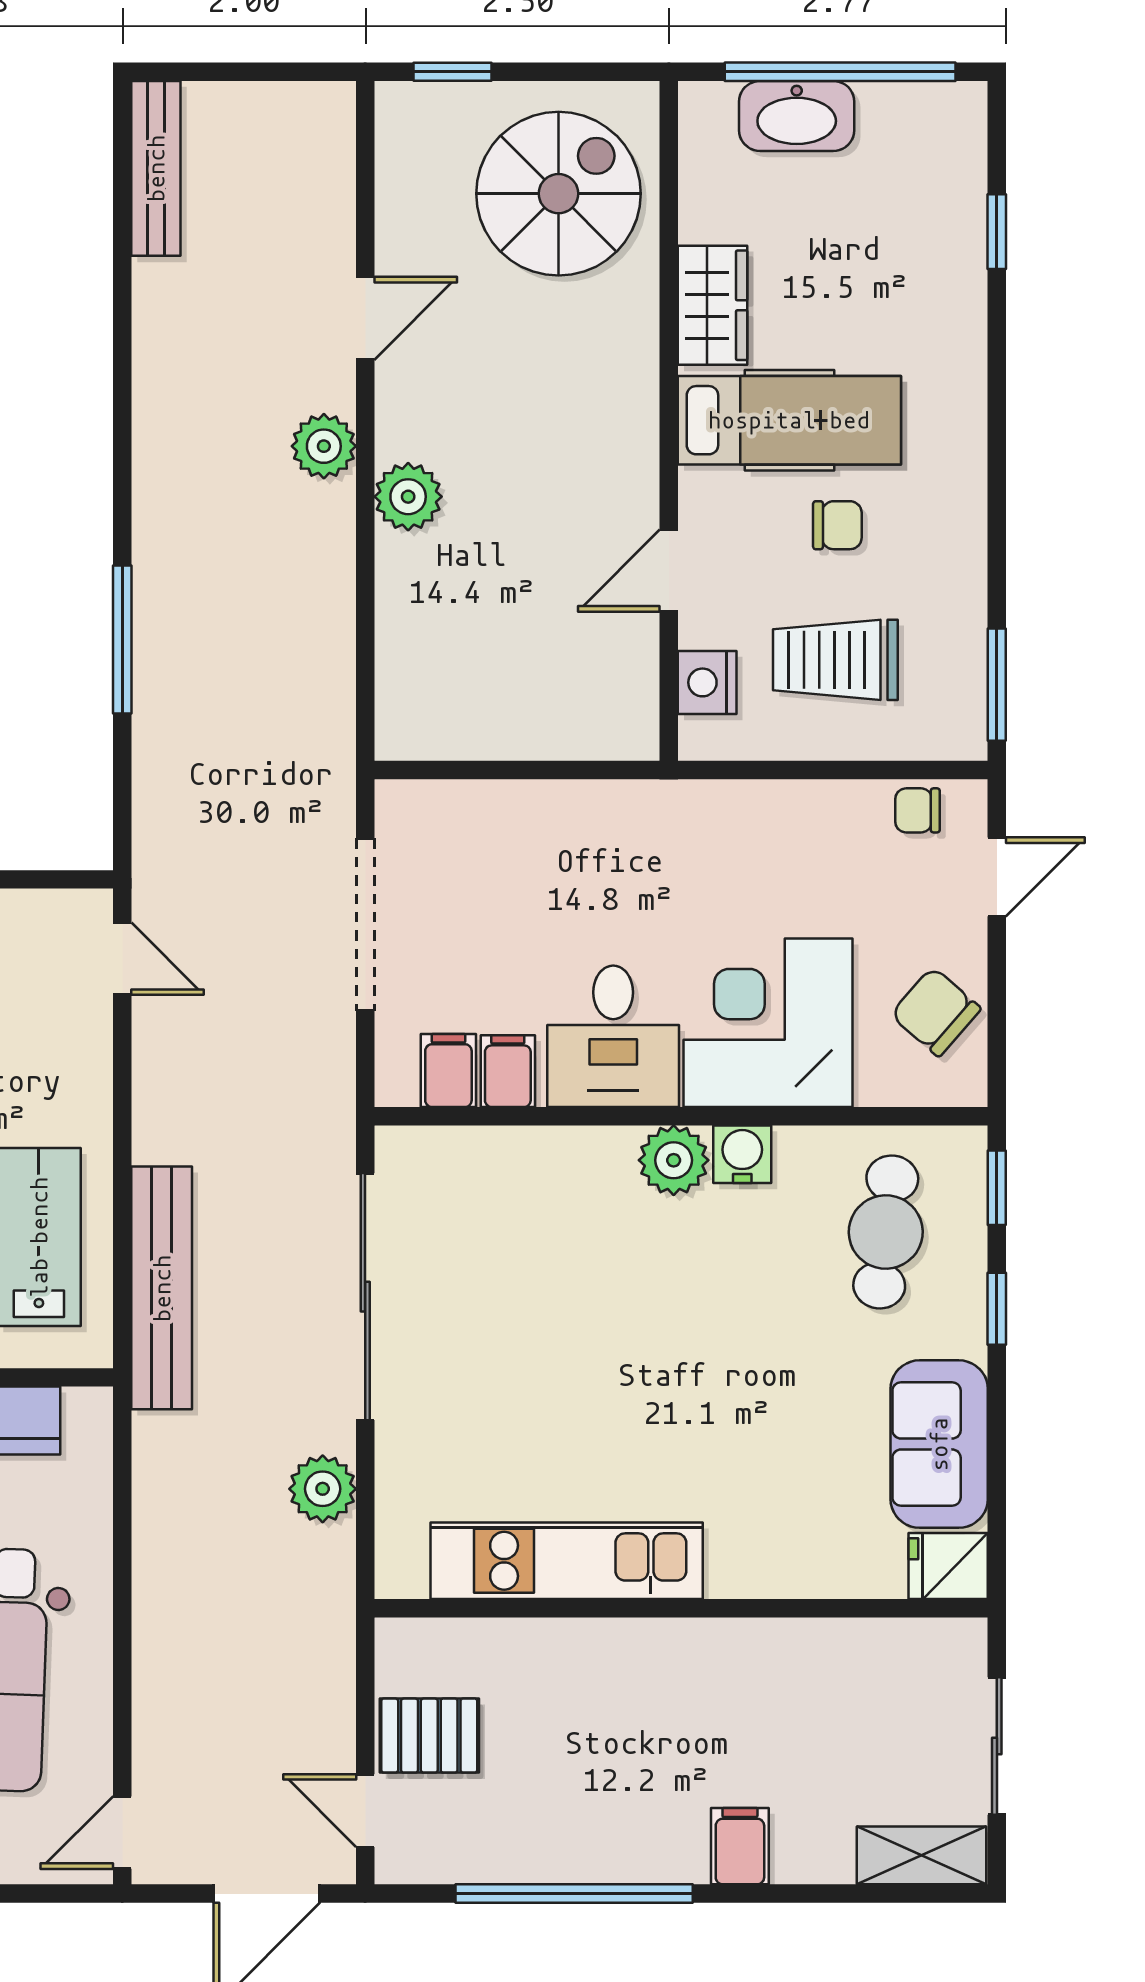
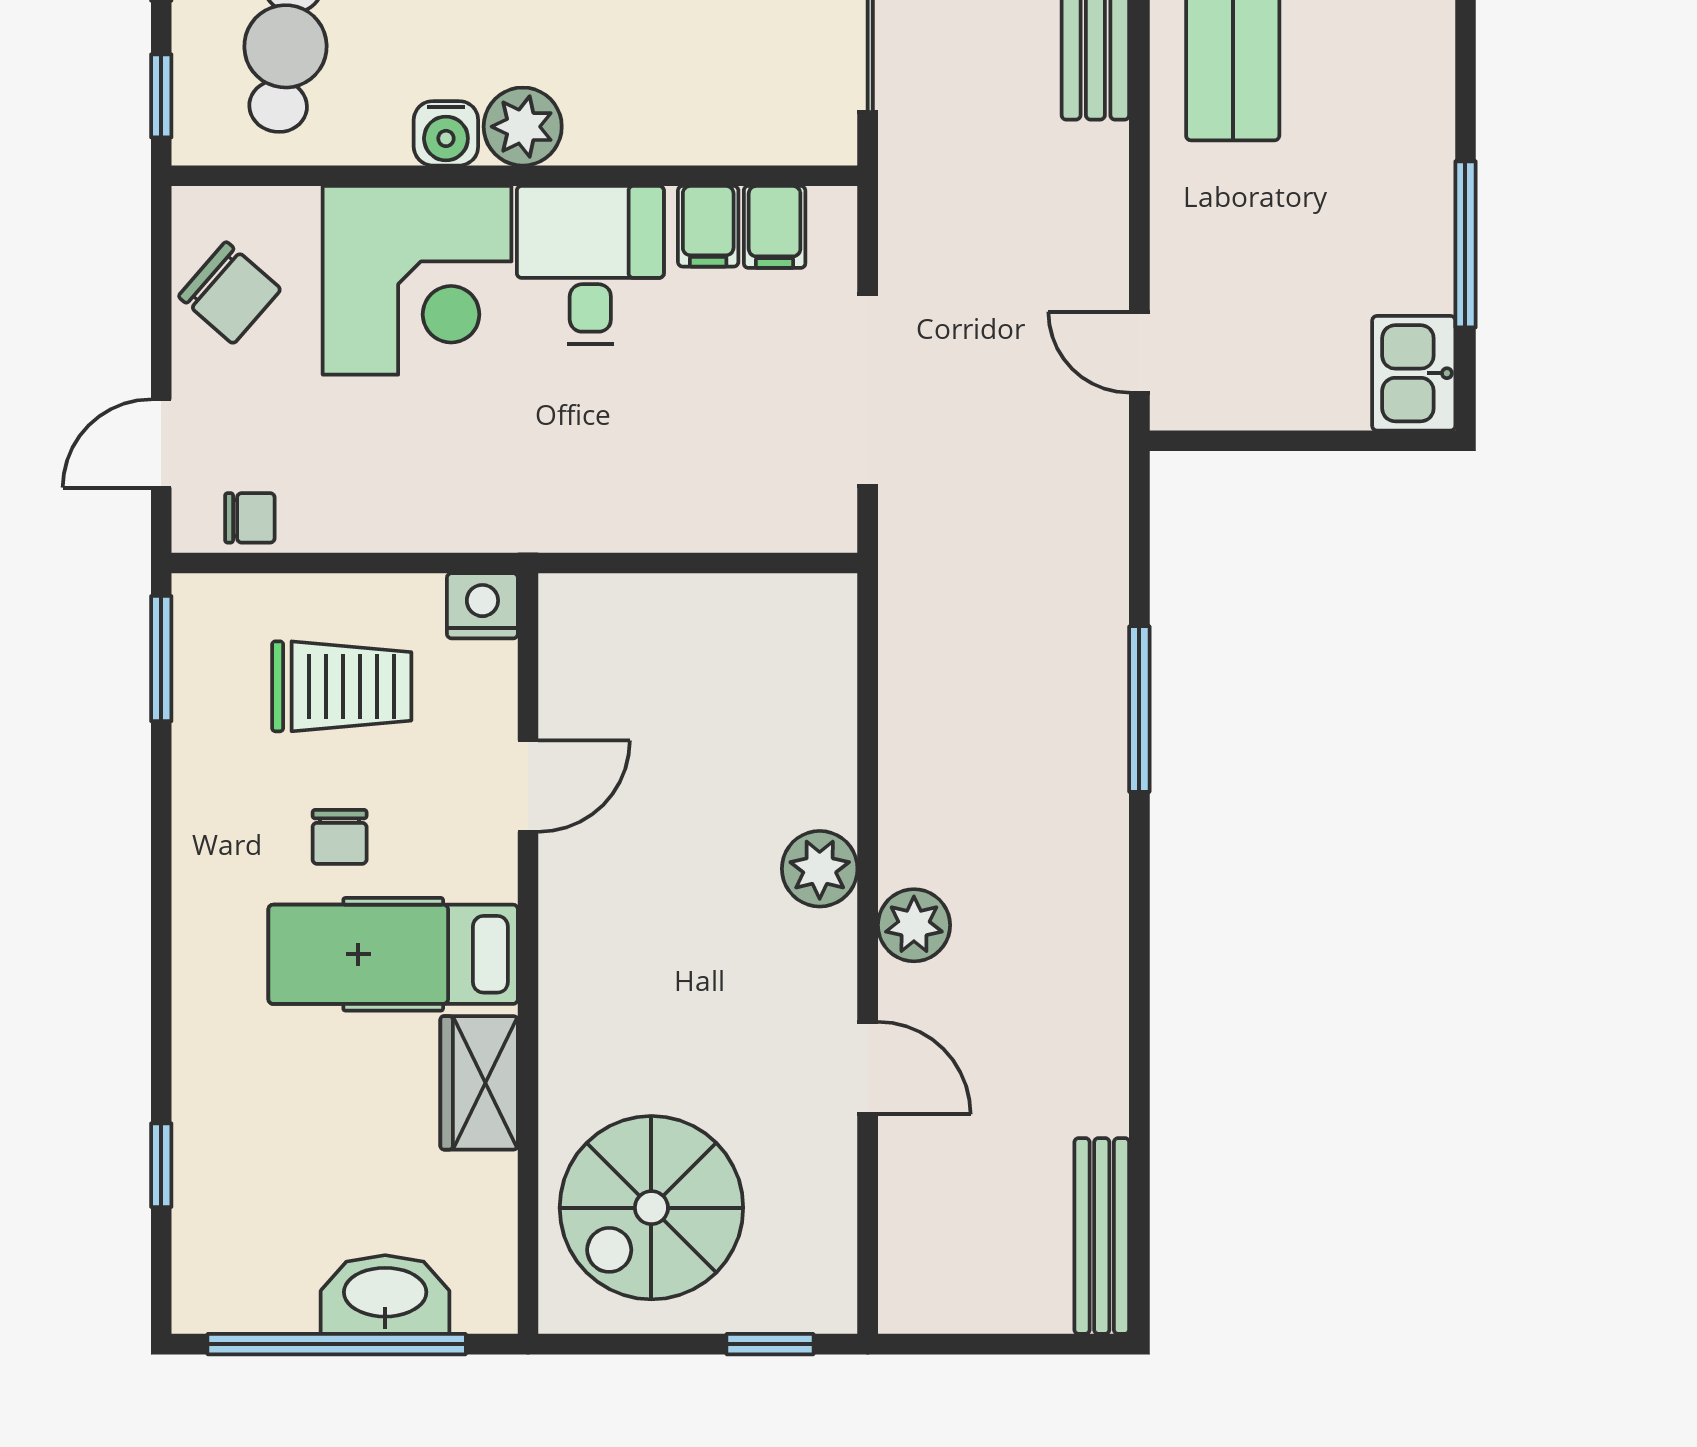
door: (365, 318) -> (868, 1068), swing flipped
chair: (837, 525) -> (340, 837), turned -90
nightstand: (707, 682) -> (482, 606), moved, turned -90

